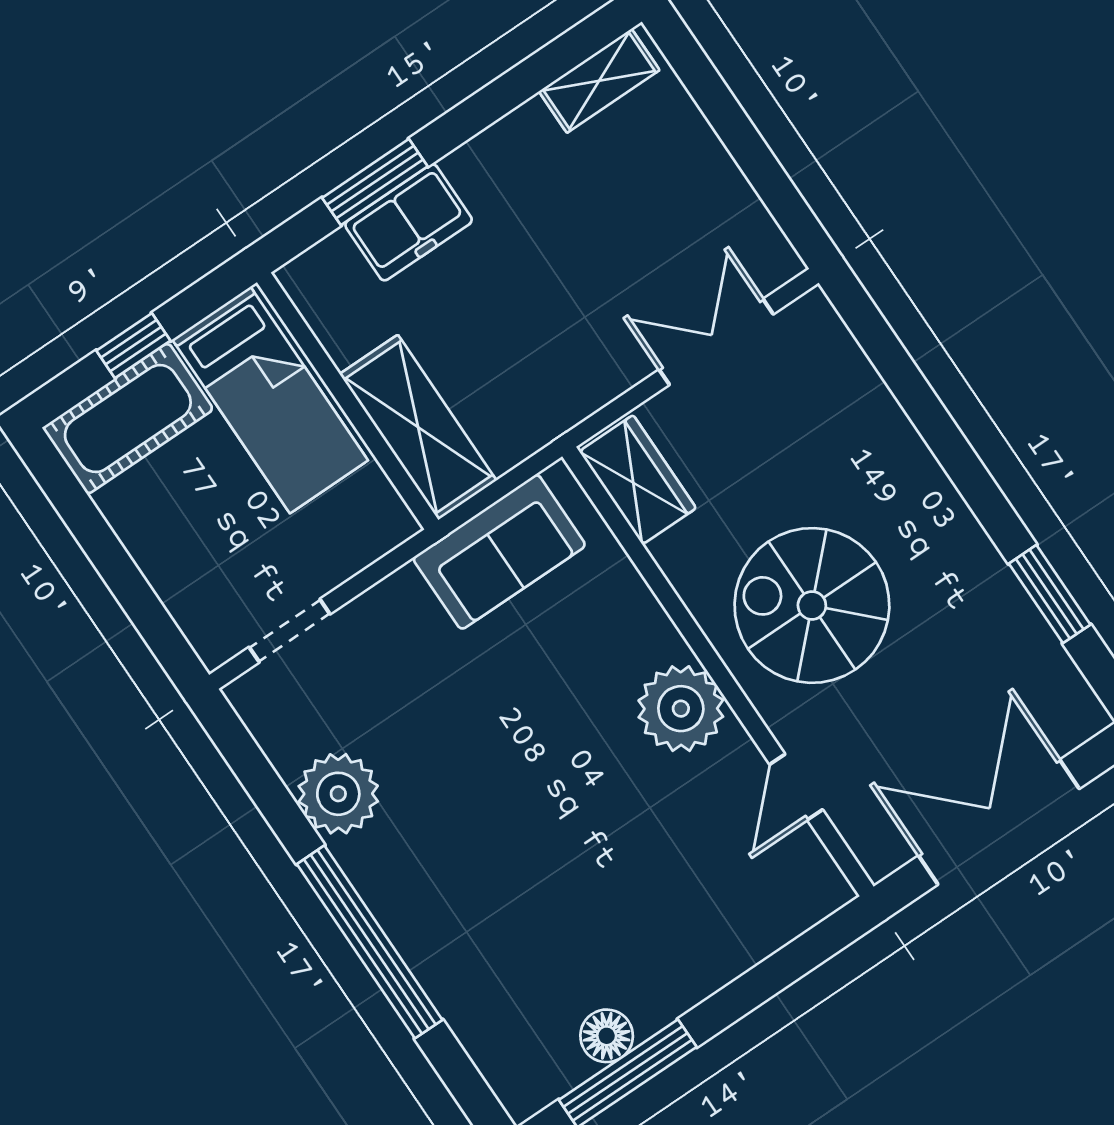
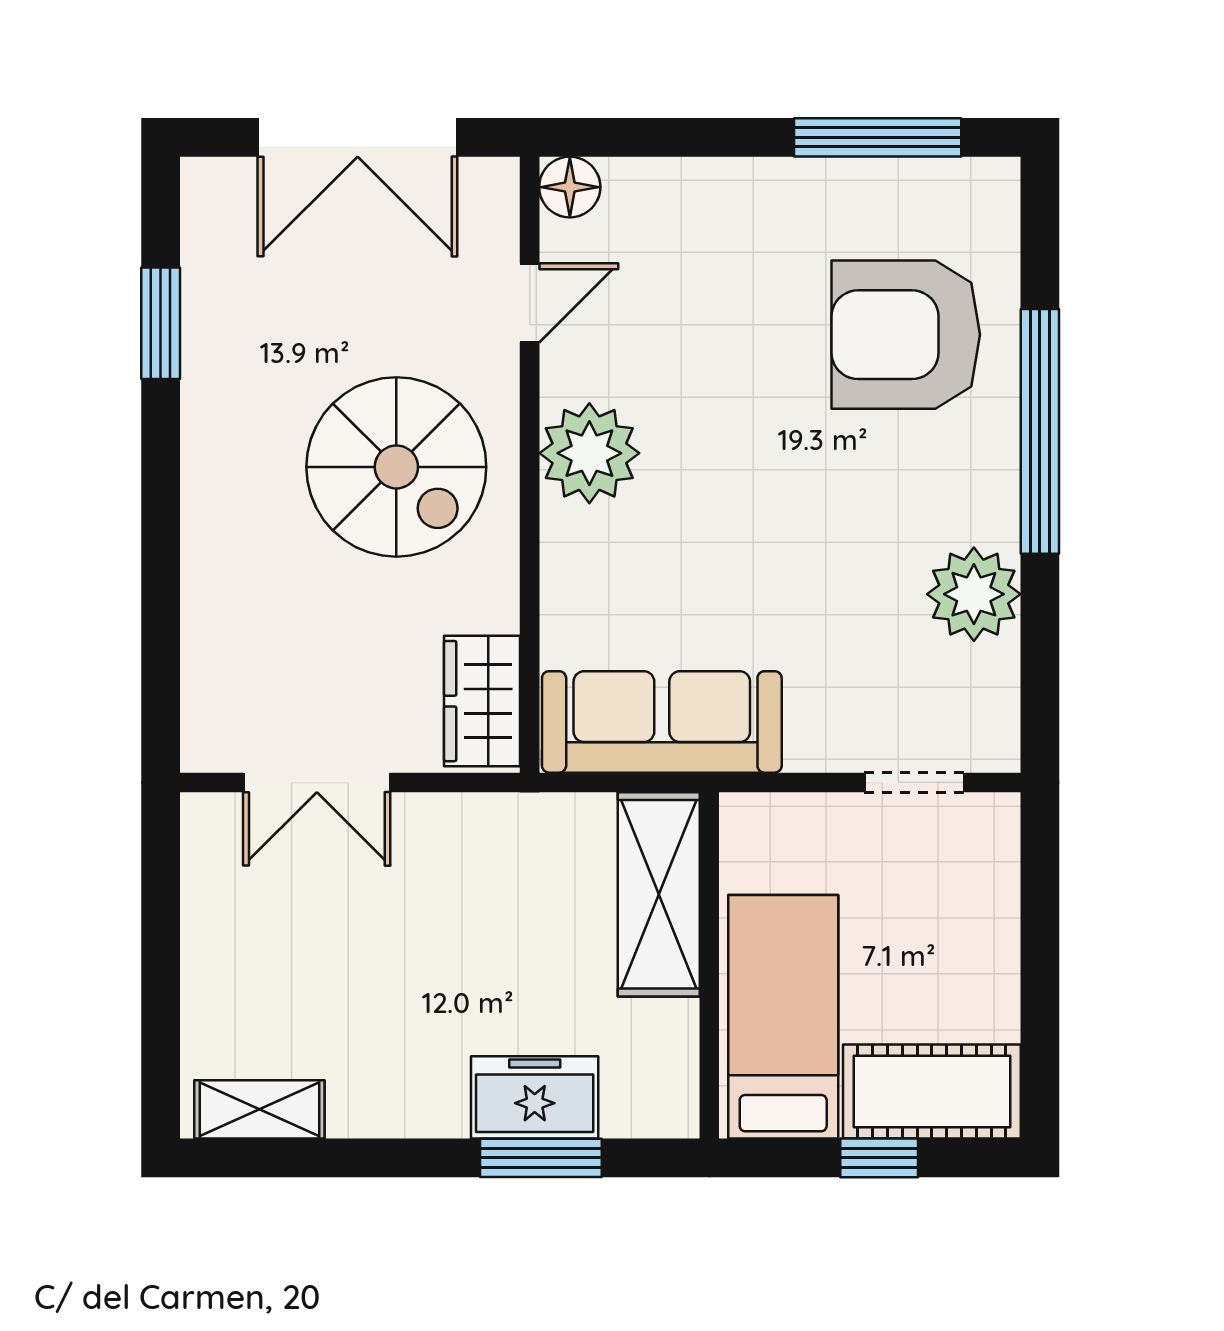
sofa: (499, 552) -> (662, 722), width x1.36
armchair: (512, 946) -> (906, 335), added
floor lamp: (607, 1036) -> (570, 187), moved

